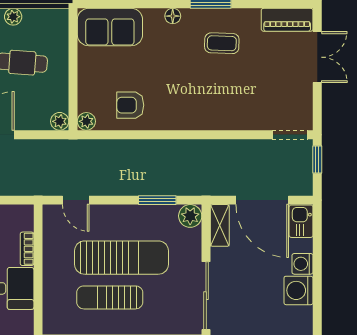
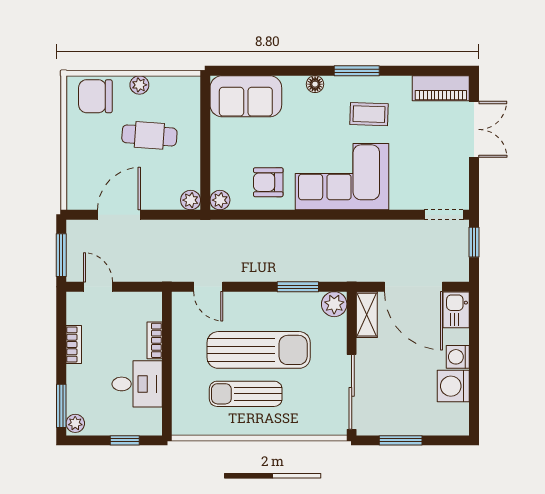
corner sofa: (197, 100) -> (342, 177), added

